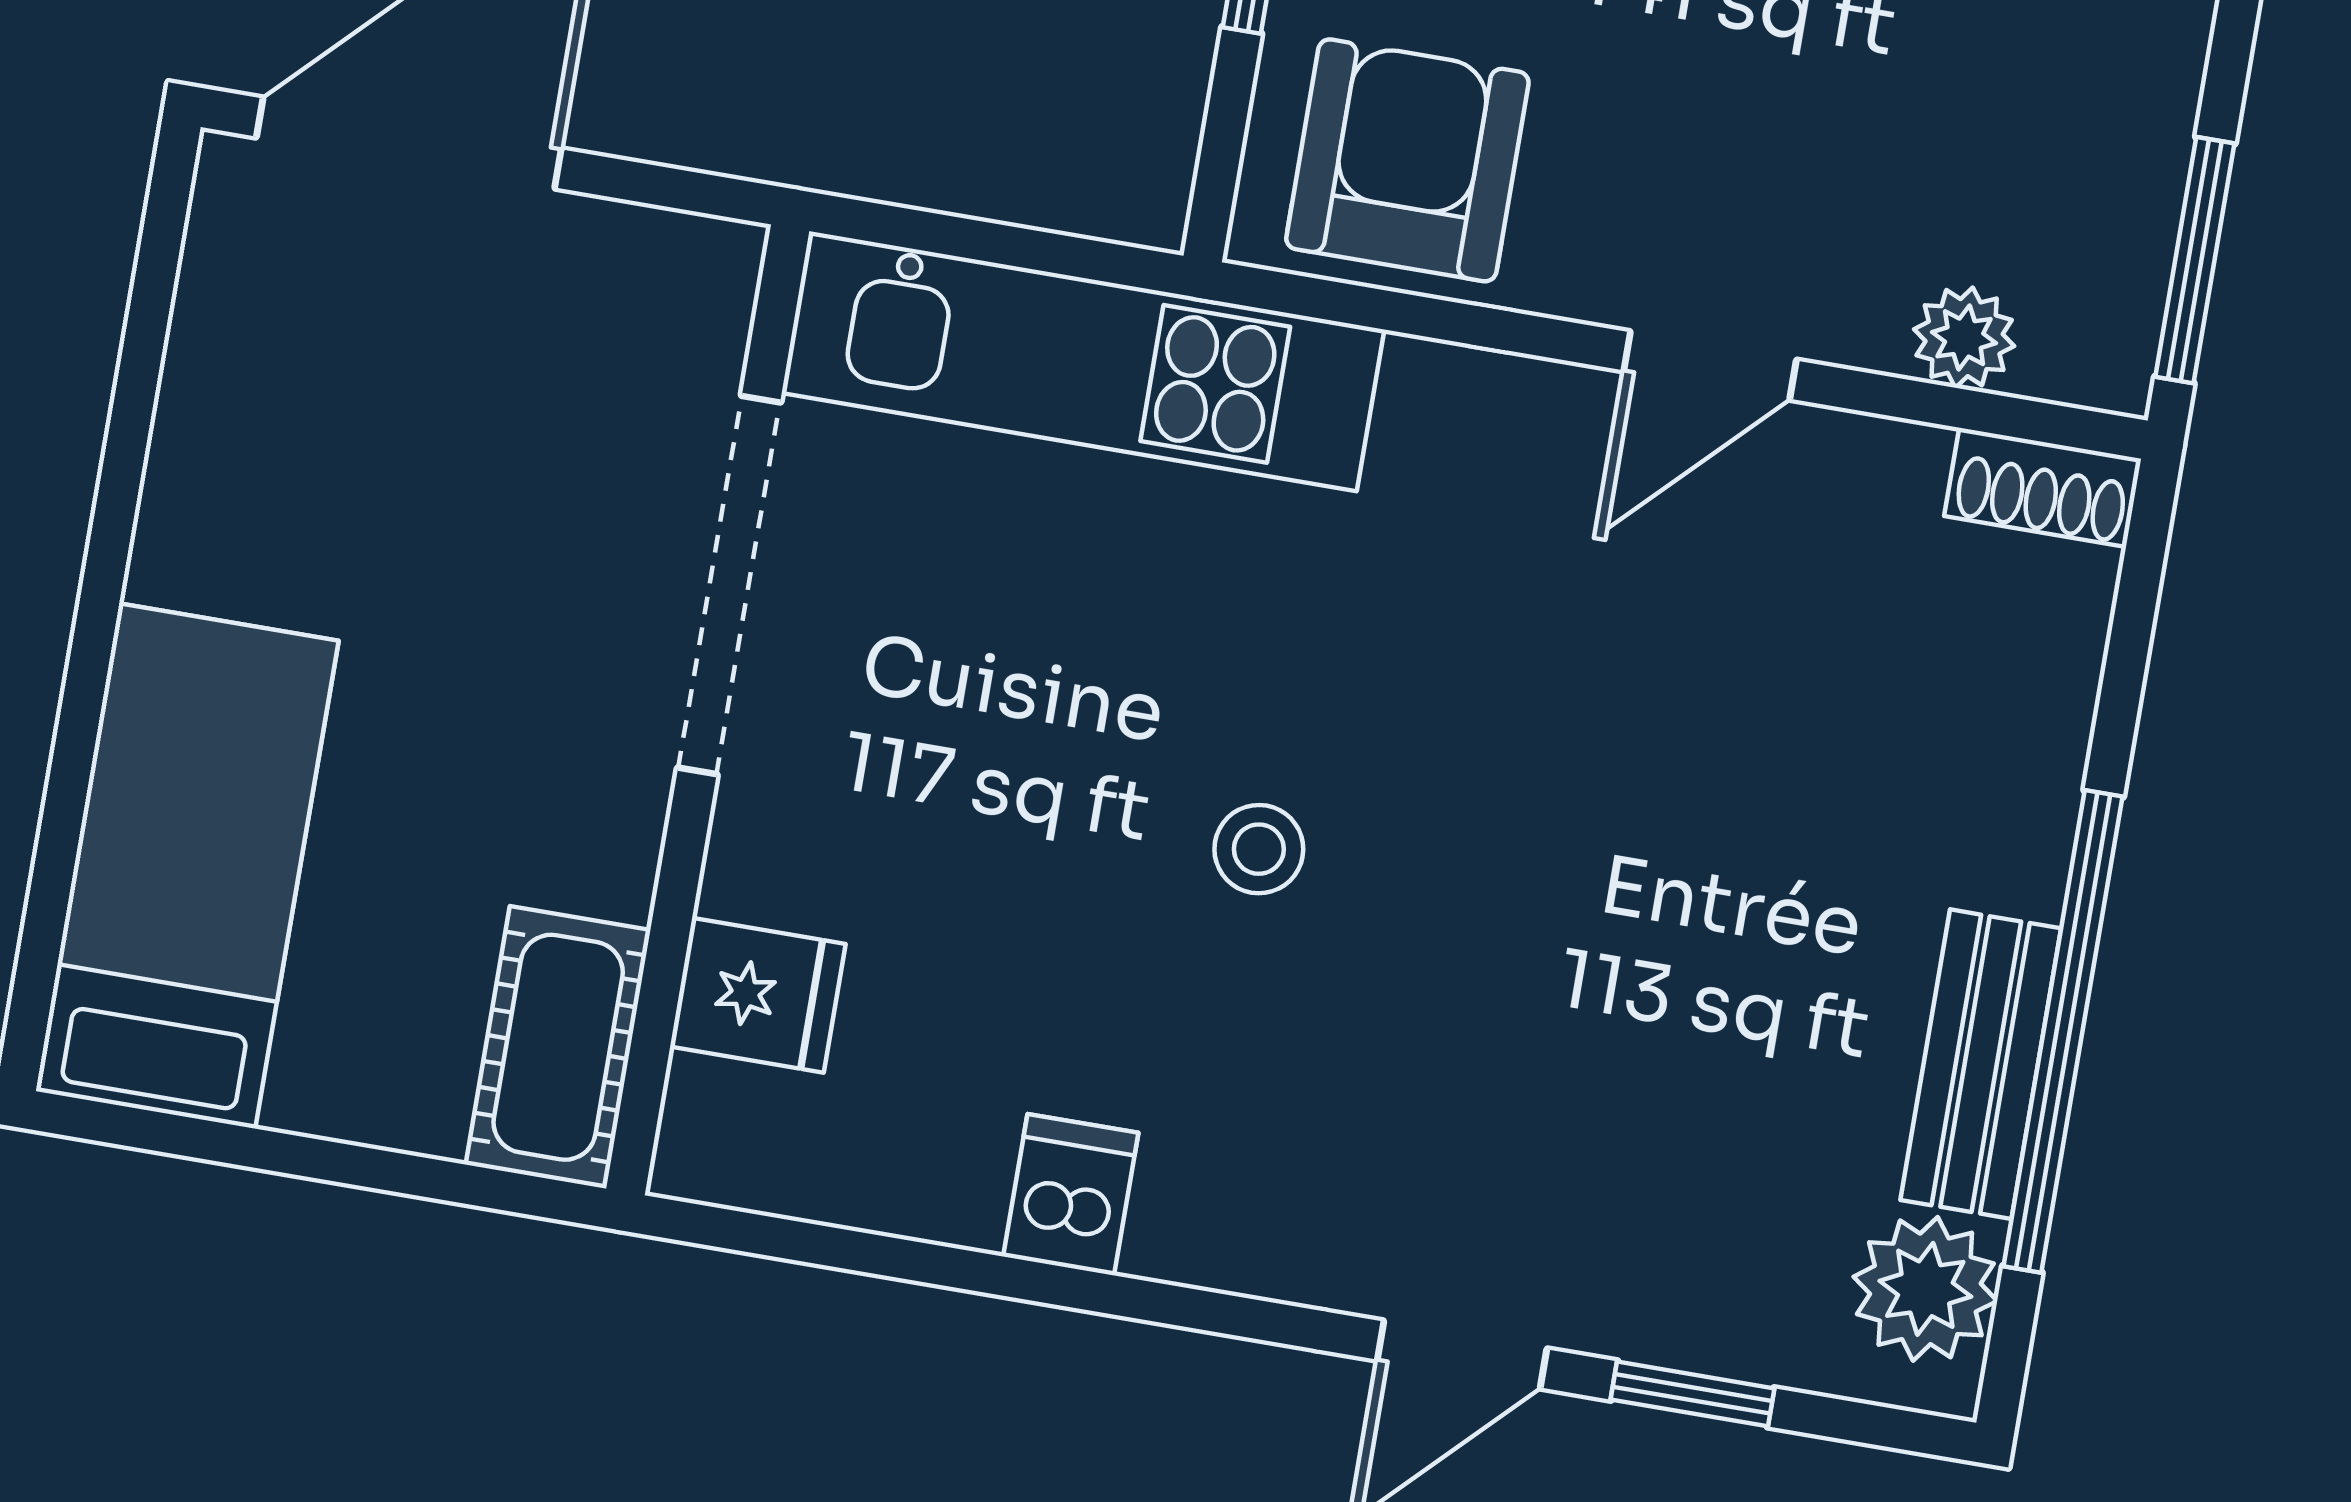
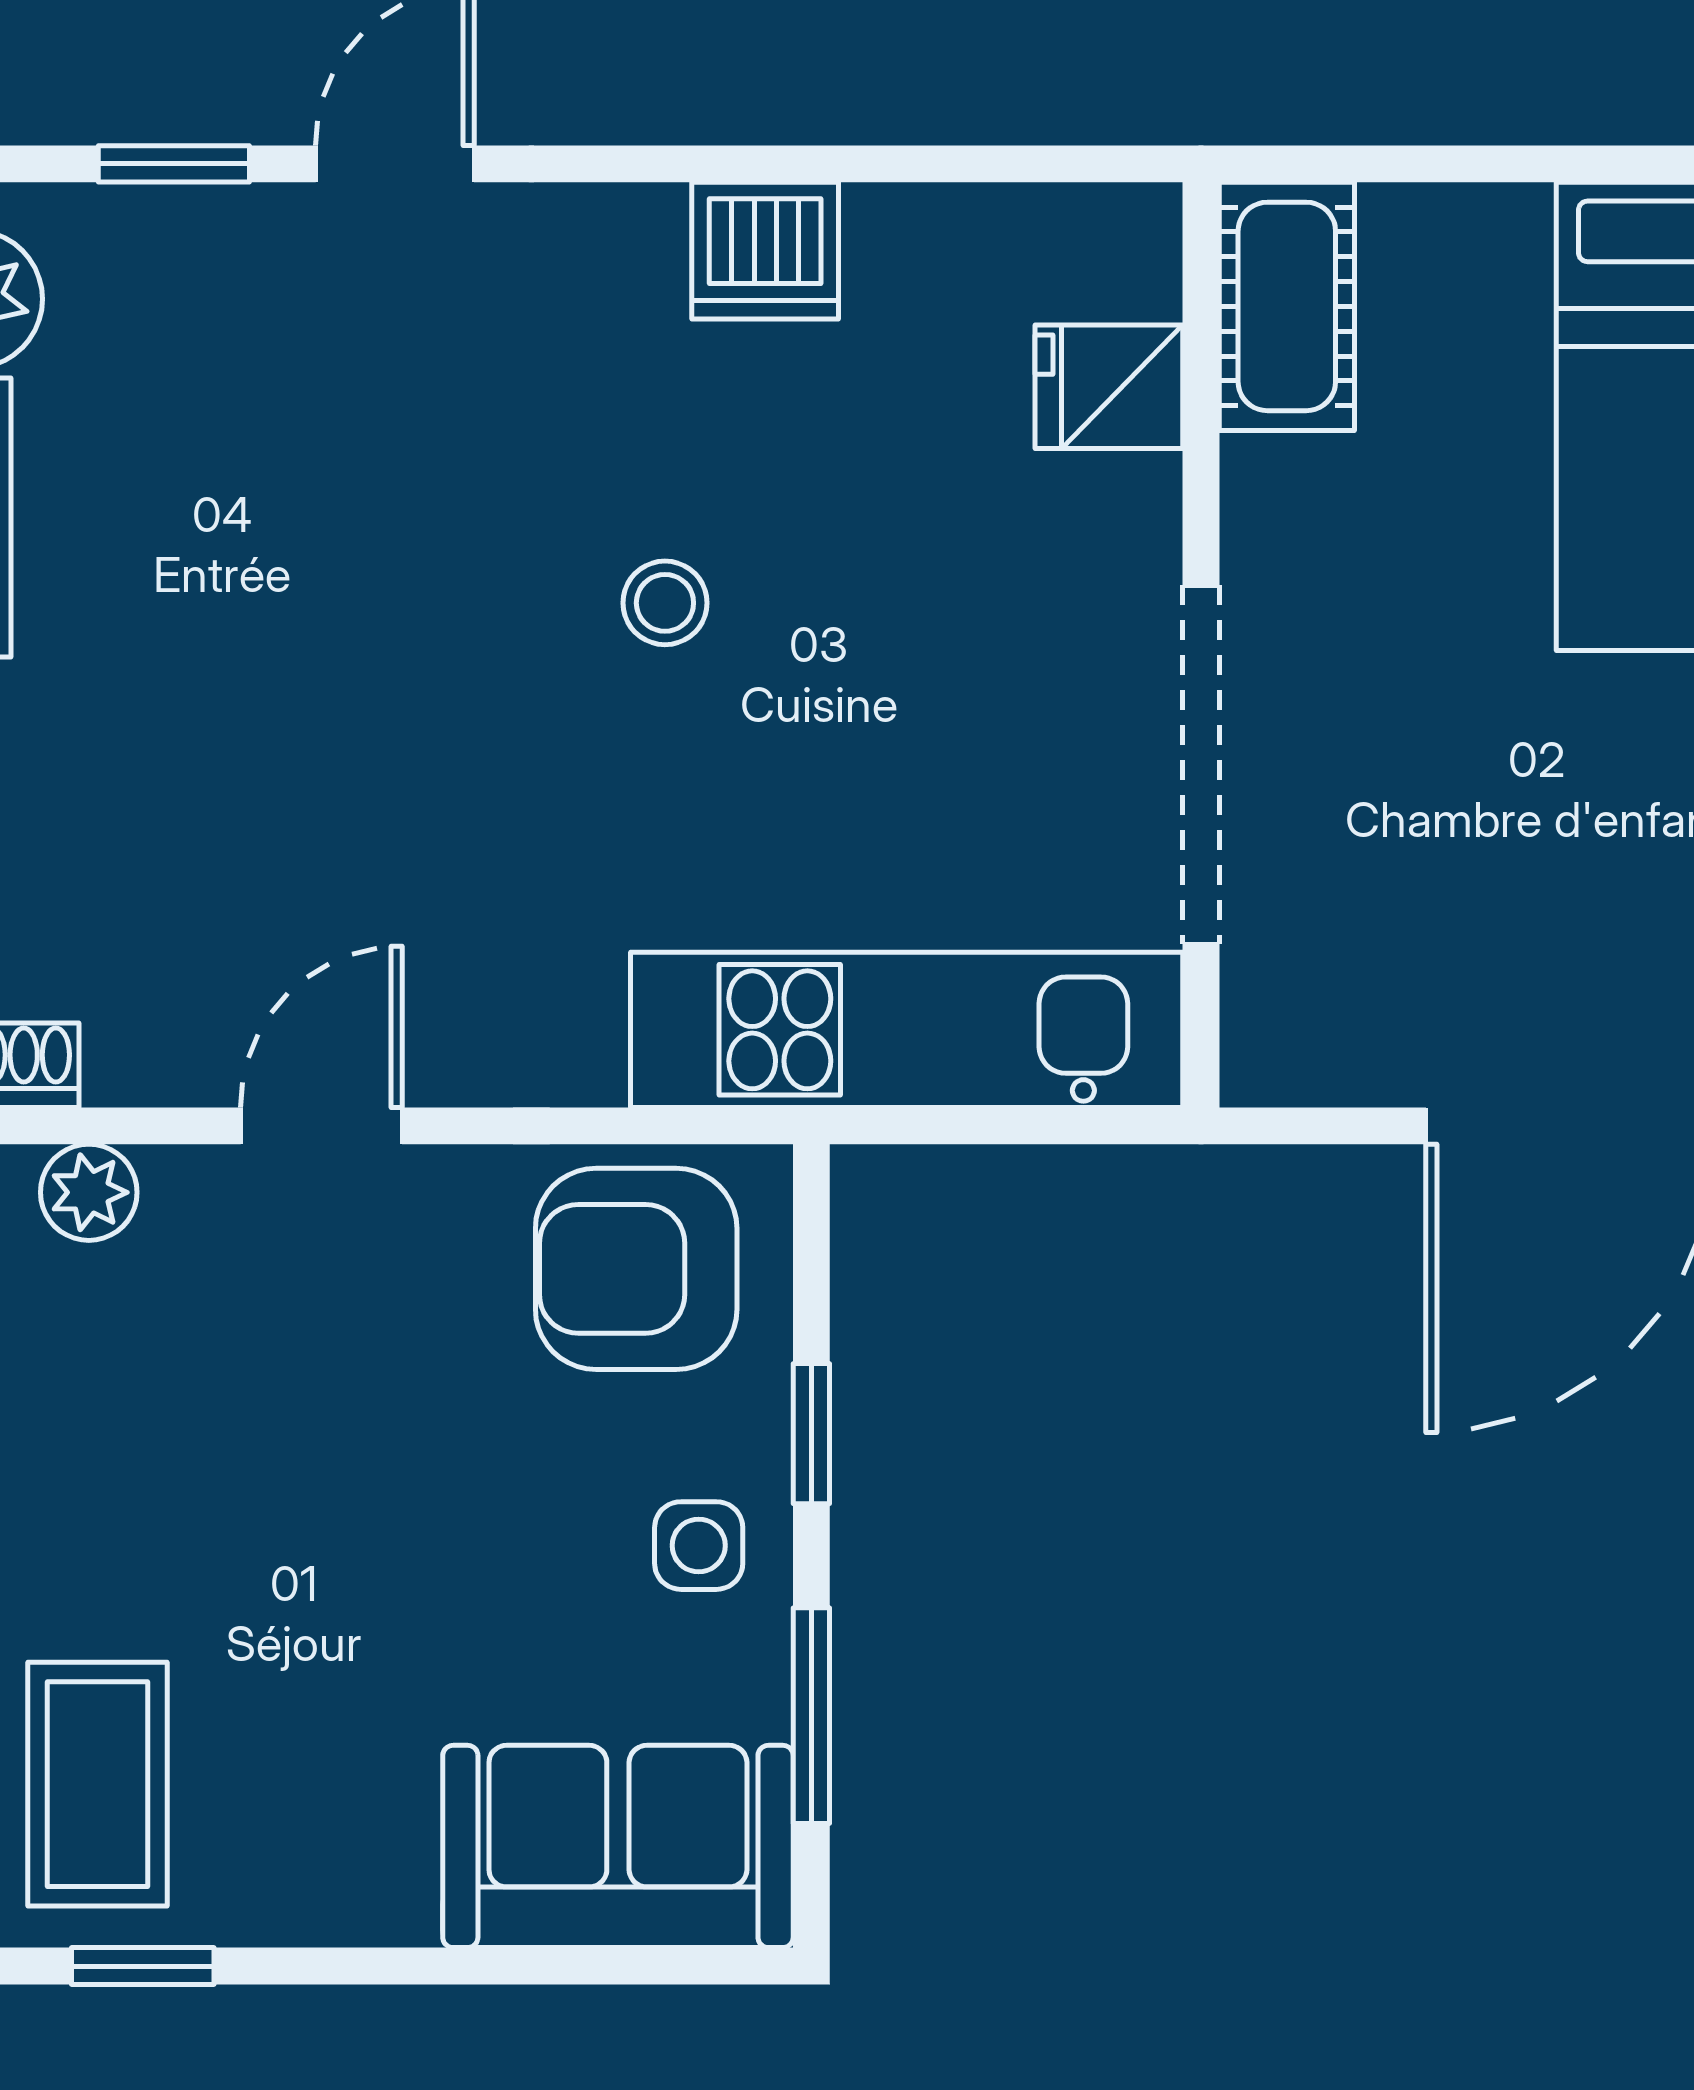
armchair: (1407, 160) -> (636, 1269), turned 90
dishwasher: (1071, 1195) -> (765, 251), width x1.38

